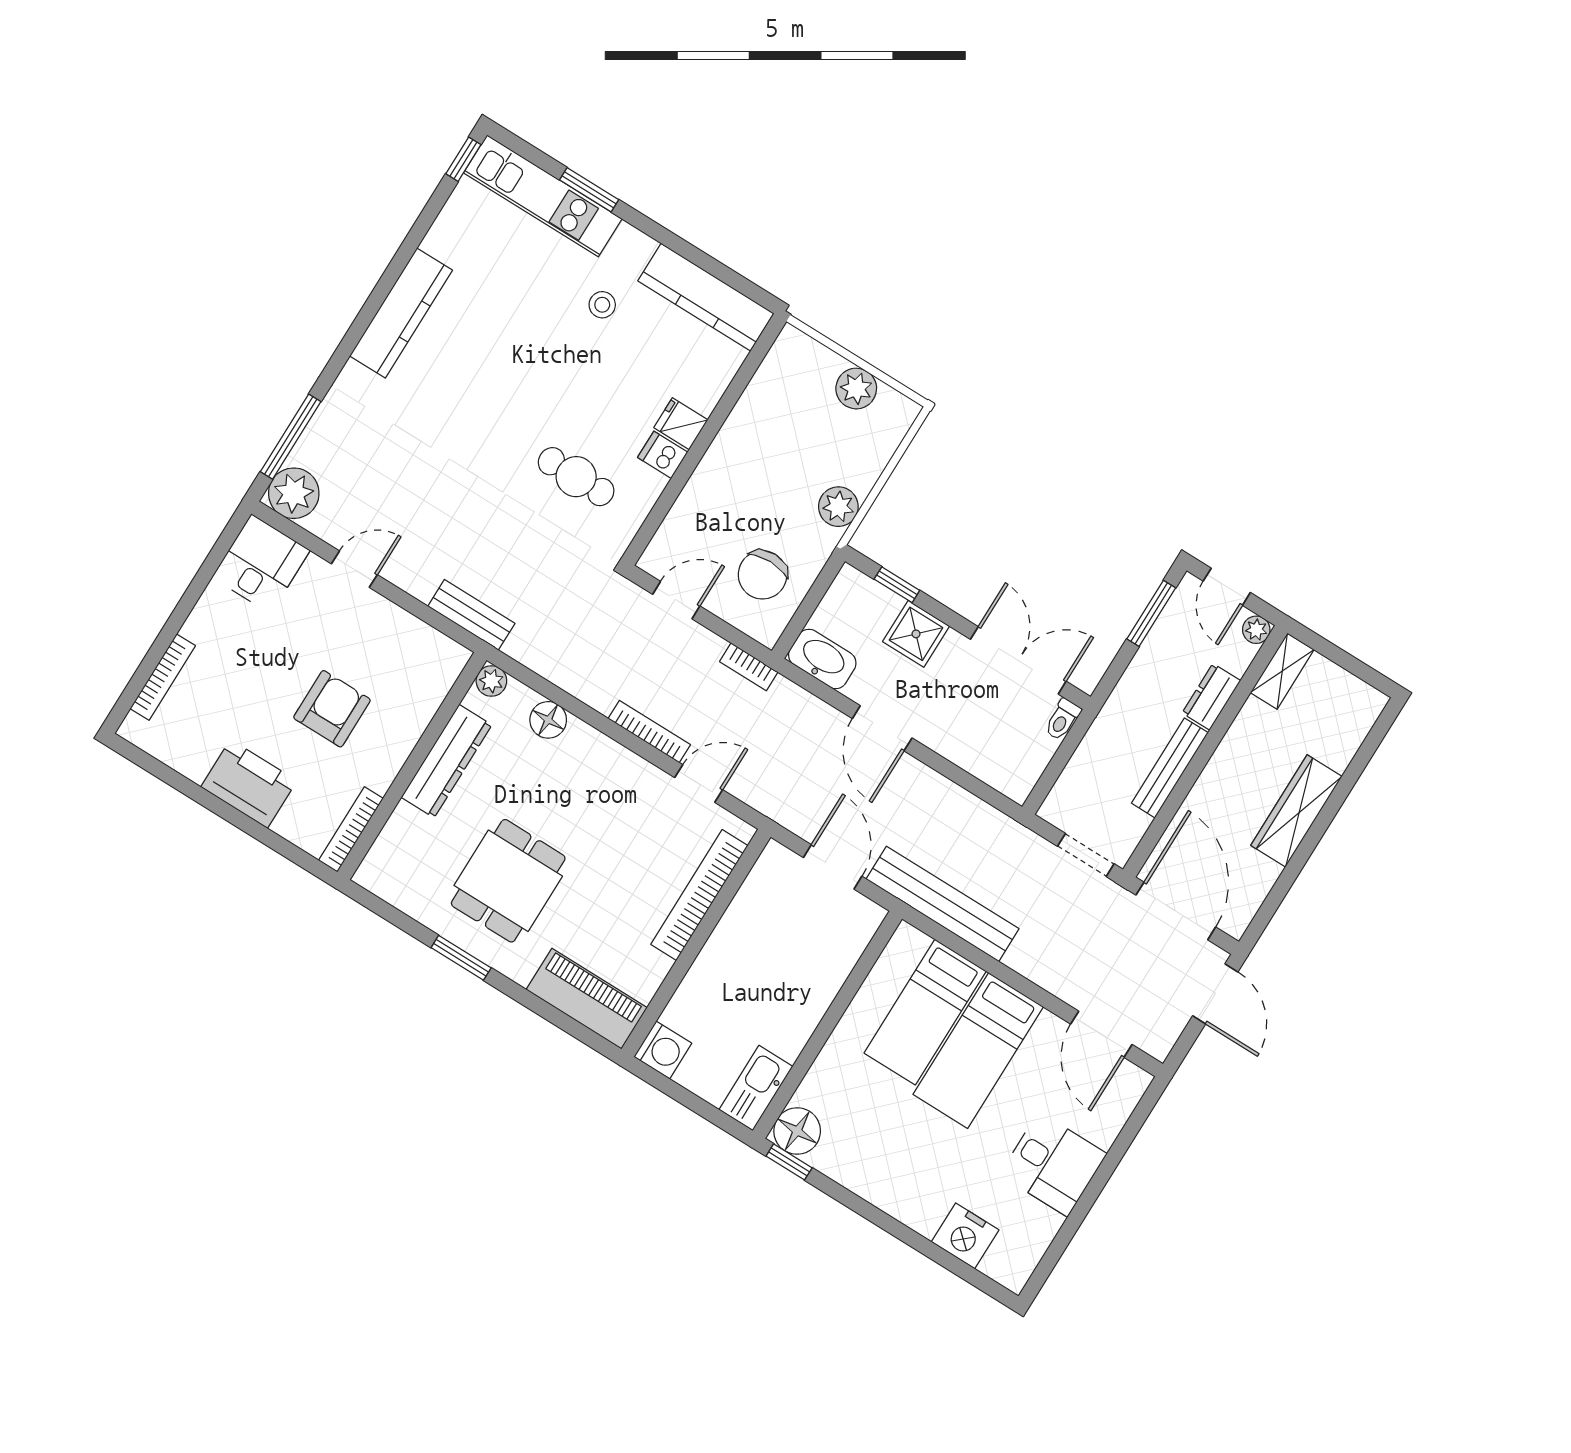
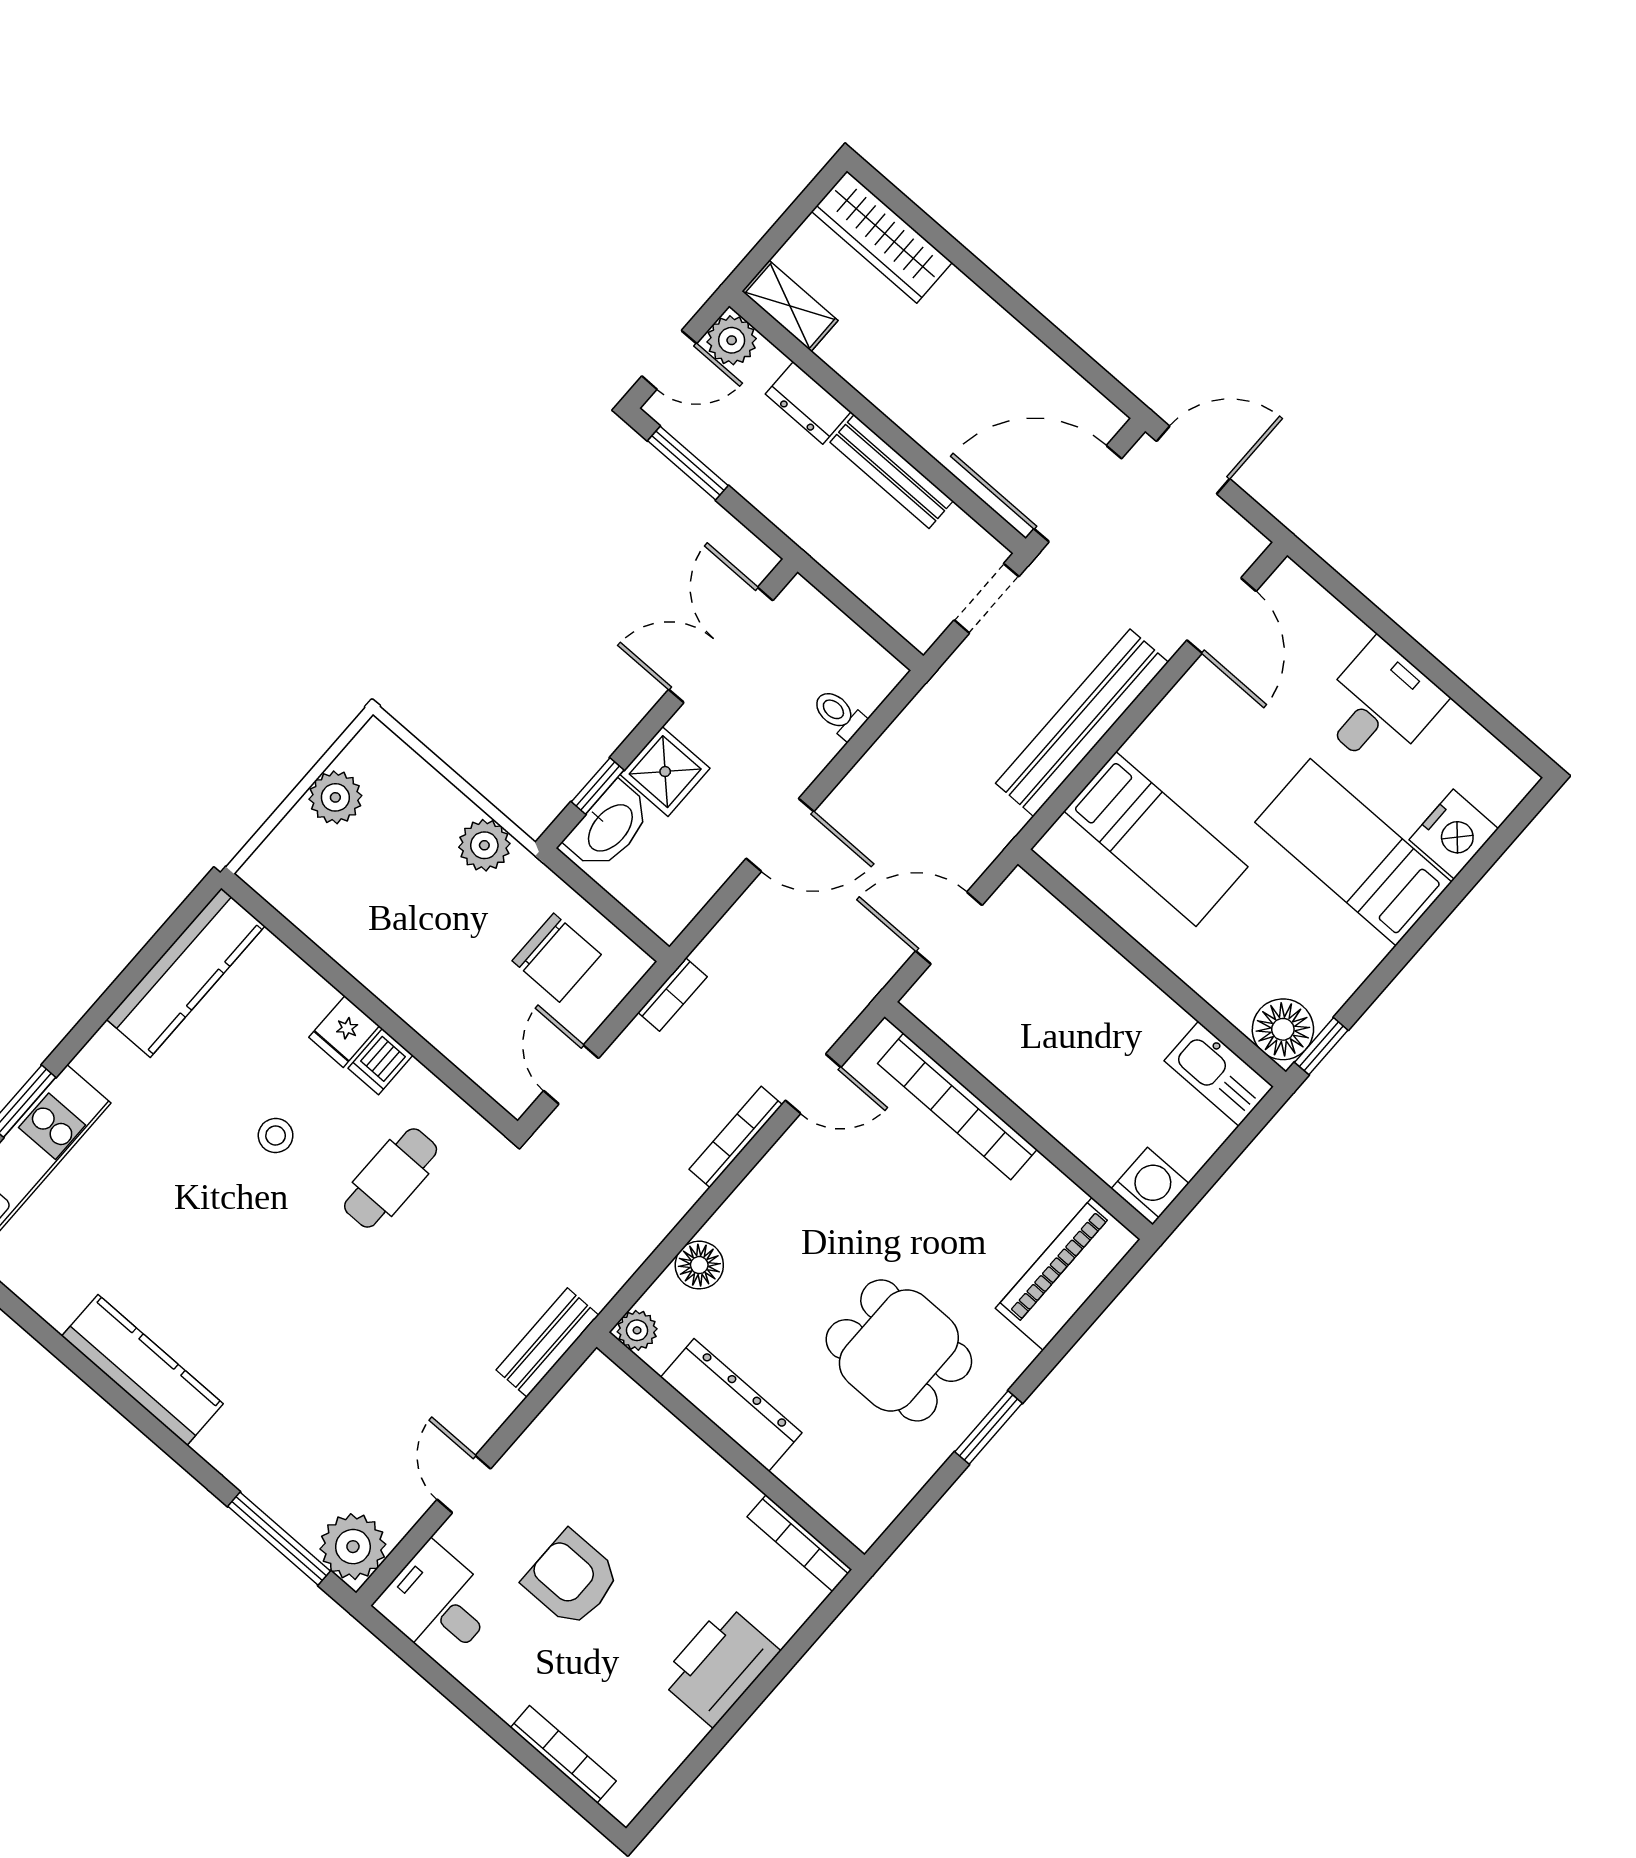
stool: (602, 305) -> (276, 1135), moved
plant: (1256, 630) -> (732, 340), width x1.38, depth x1.38
washbasin: (822, 659) -> (609, 827), moved, turned 180
armchair: (332, 709) -> (572, 1579), moved
toilet: (1062, 720) -> (839, 714), moved, turned 180
door: (699, 784) -> (813, 1084), swing flipped
wardrobe: (1296, 811) -> (882, 237), moved
bench: (943, 904) -> (1082, 723), moved
door: (1101, 1034) -> (1221, 616), hinge flipped
bed: (978, 1051) -> (1353, 852), moved, turned 180

